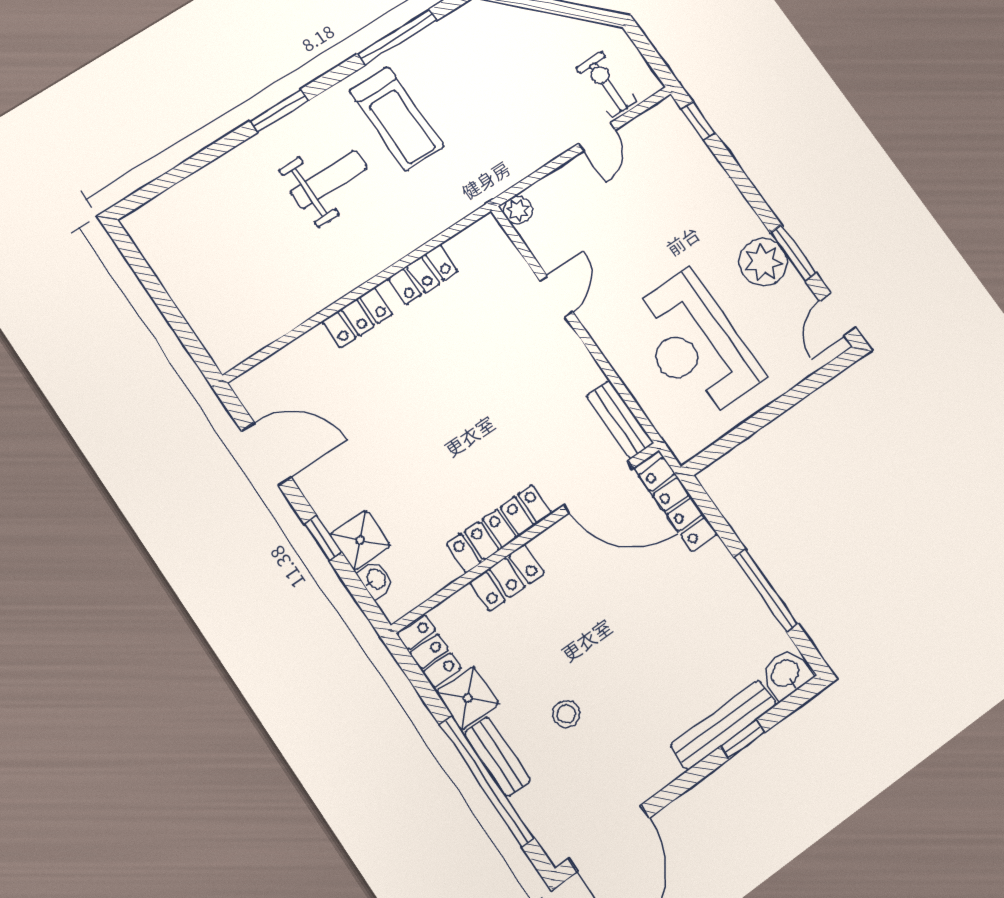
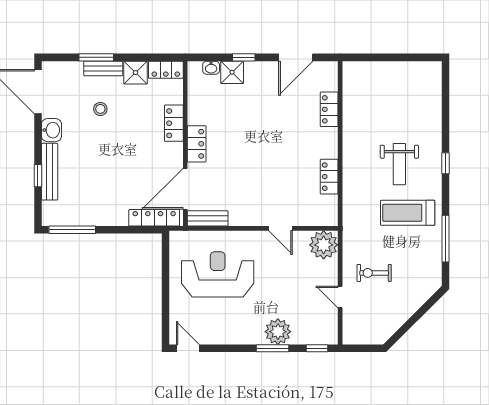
exercise bike: (607, 84) -> (374, 273), moved, turned 180
window: (279, 111) -> (445, 163), width x0.67
plant: (518, 210) -> (324, 245), width x1.88, depth x1.88
window: (793, 253) -> (273, 348), moved
plant: (763, 262) -> (278, 332), moved
locker: (358, 317) -> (329, 109), moved
locker: (499, 529) -> (197, 144), width x0.66
window: (766, 591) -> (72, 230), moved
washbasin: (786, 674) -> (51, 130), moved
window: (487, 781) -> (96, 57), width x0.47

